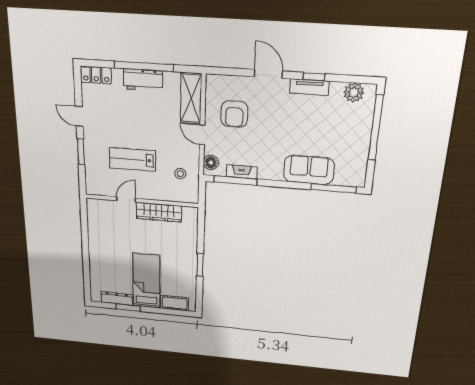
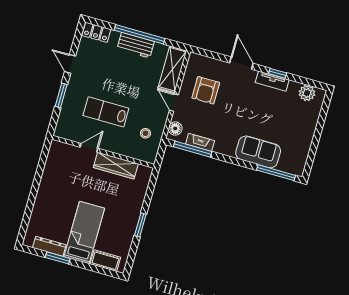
window: (376, 128) -> (320, 126), removed

